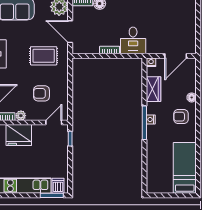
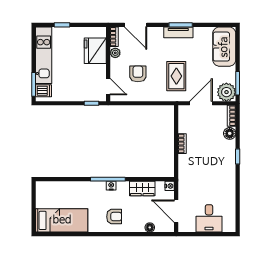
desk: (133, 40) -> (209, 218), moved, turned -90
floor lamp: (192, 97) -> (150, 227), moved
armchair: (181, 117) -> (114, 217), turned 90

